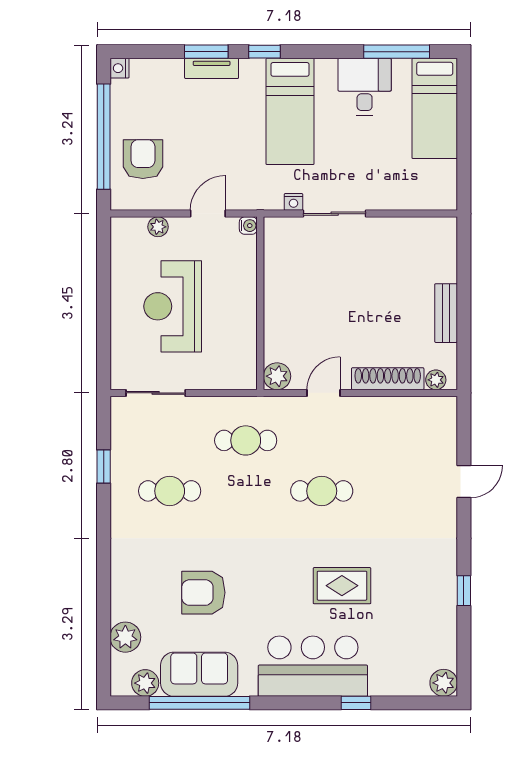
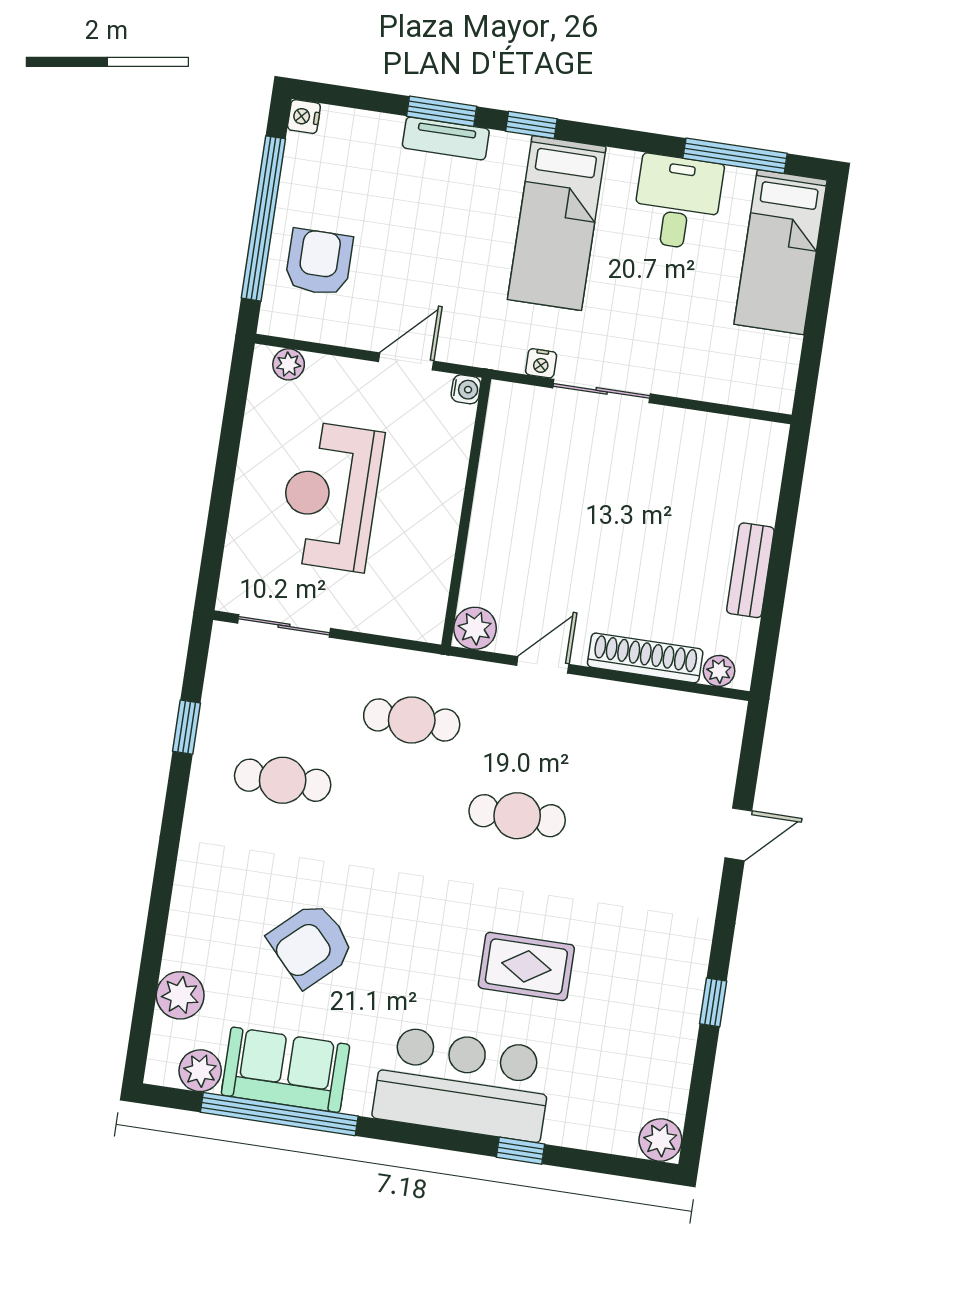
plant: (158, 227) -> (289, 364), moved
armchair: (203, 593) -> (311, 945), turned -43

